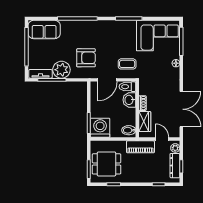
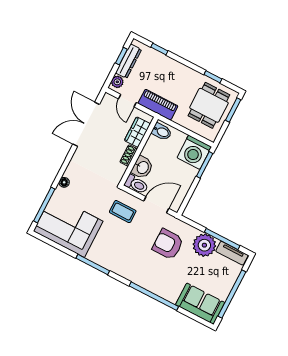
dining table: (106, 164) -> (209, 105), turned 90

